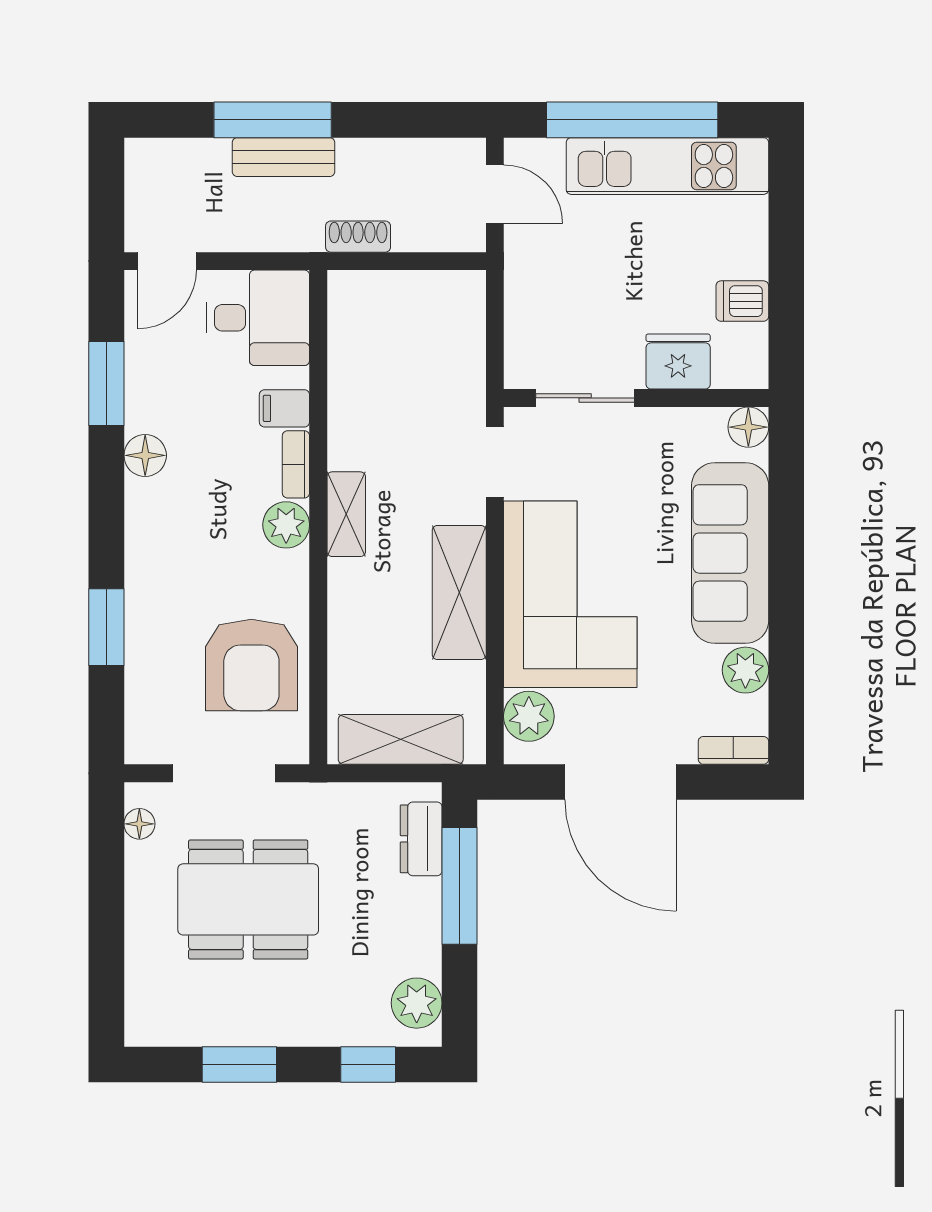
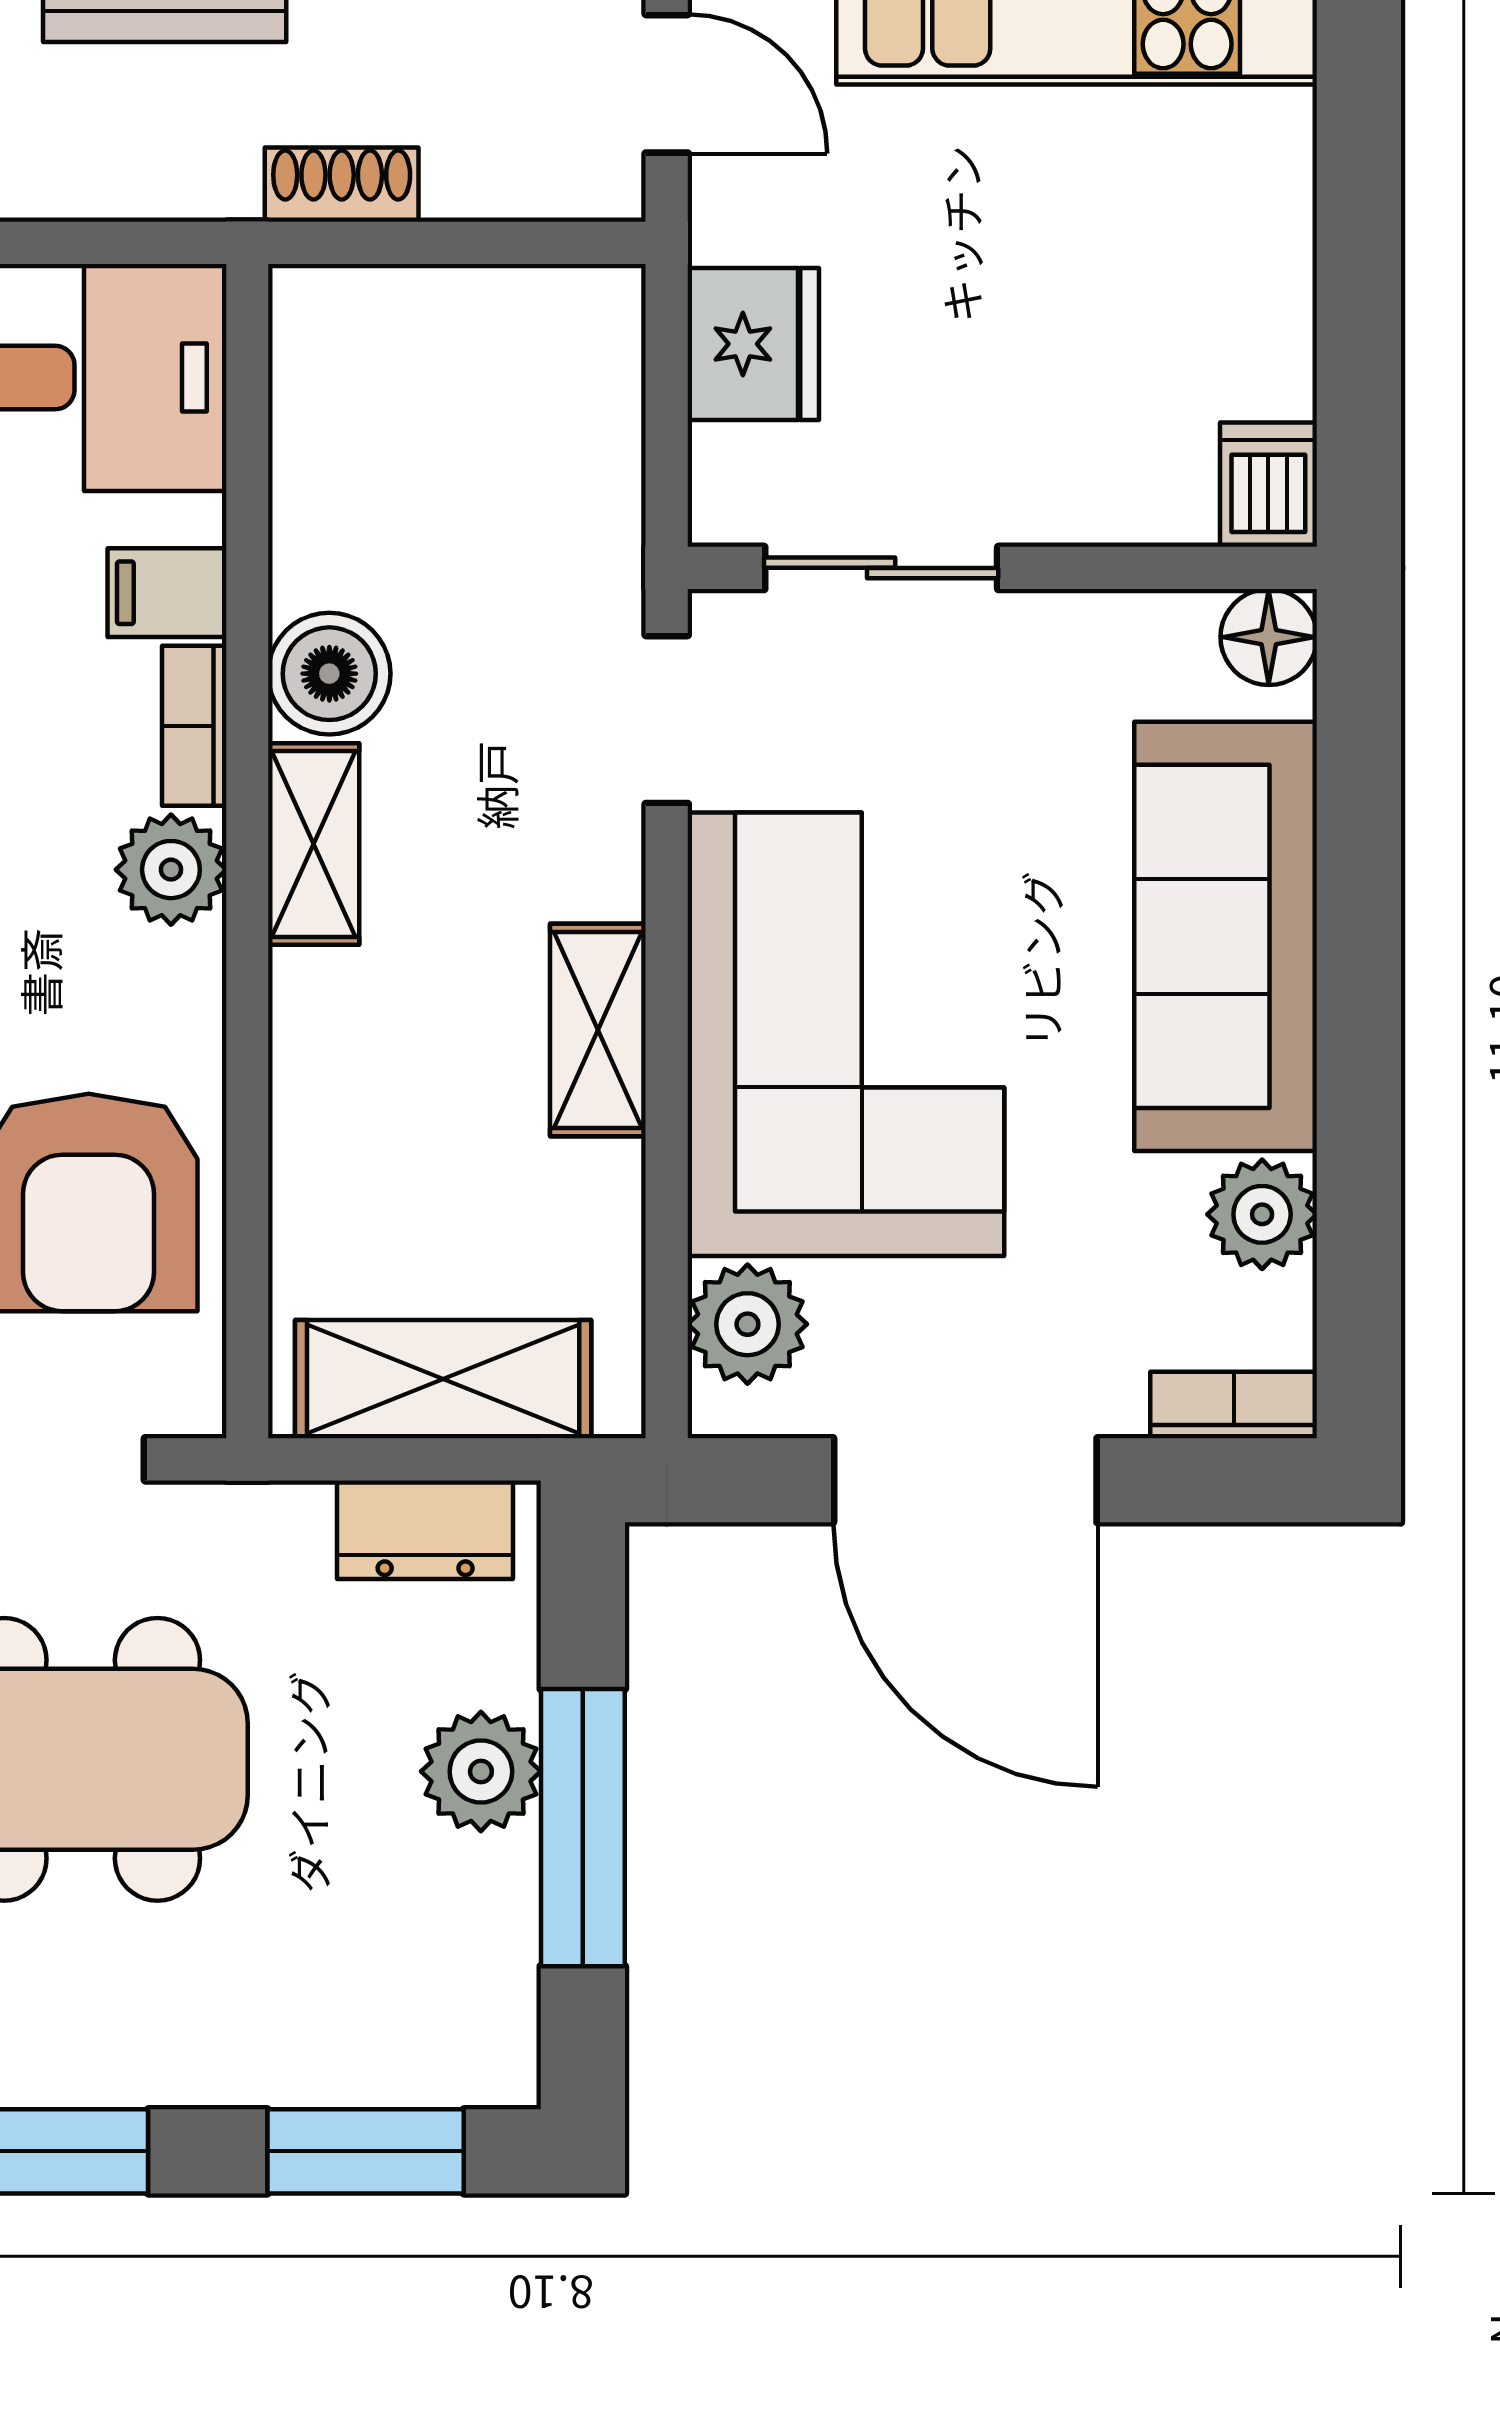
dishwasher: (742, 301) -> (1268, 485), moved, turned 90
fridge: (678, 362) -> (753, 344), moved, turned 90
boiler: (353, 442) -> (329, 674), added
shelving: (459, 592) -> (598, 1030), width x0.67, depth x0.75
dresser: (421, 839) -> (425, 1530), moved, turned -90
window: (460, 886) -> (583, 1828), moved
plant: (417, 1003) -> (481, 1771), moved
window: (368, 1065) -> (366, 2151), width x1.50

